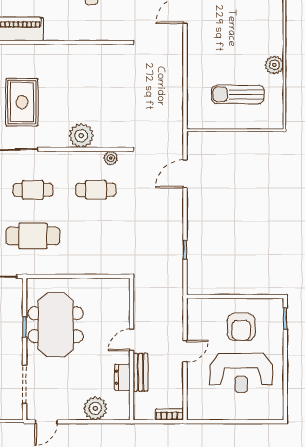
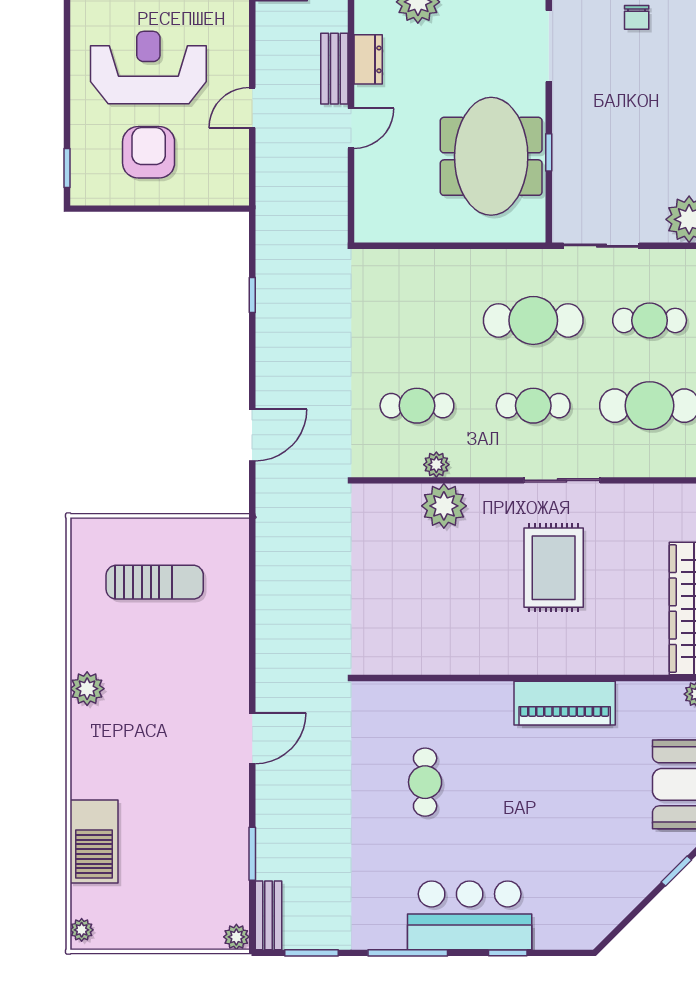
plant: (274, 65) -> (87, 689), moved
plant: (111, 158) -> (436, 465), moved

